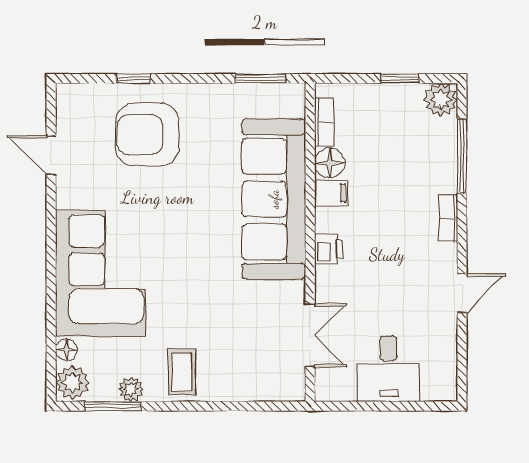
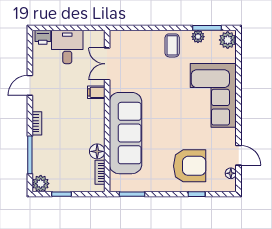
filing cabinet: (331, 193) -> (96, 92), moved
printer: (329, 249) -> (43, 37), moved, turned -90
floor lamp: (66, 350) -> (231, 173), moved

